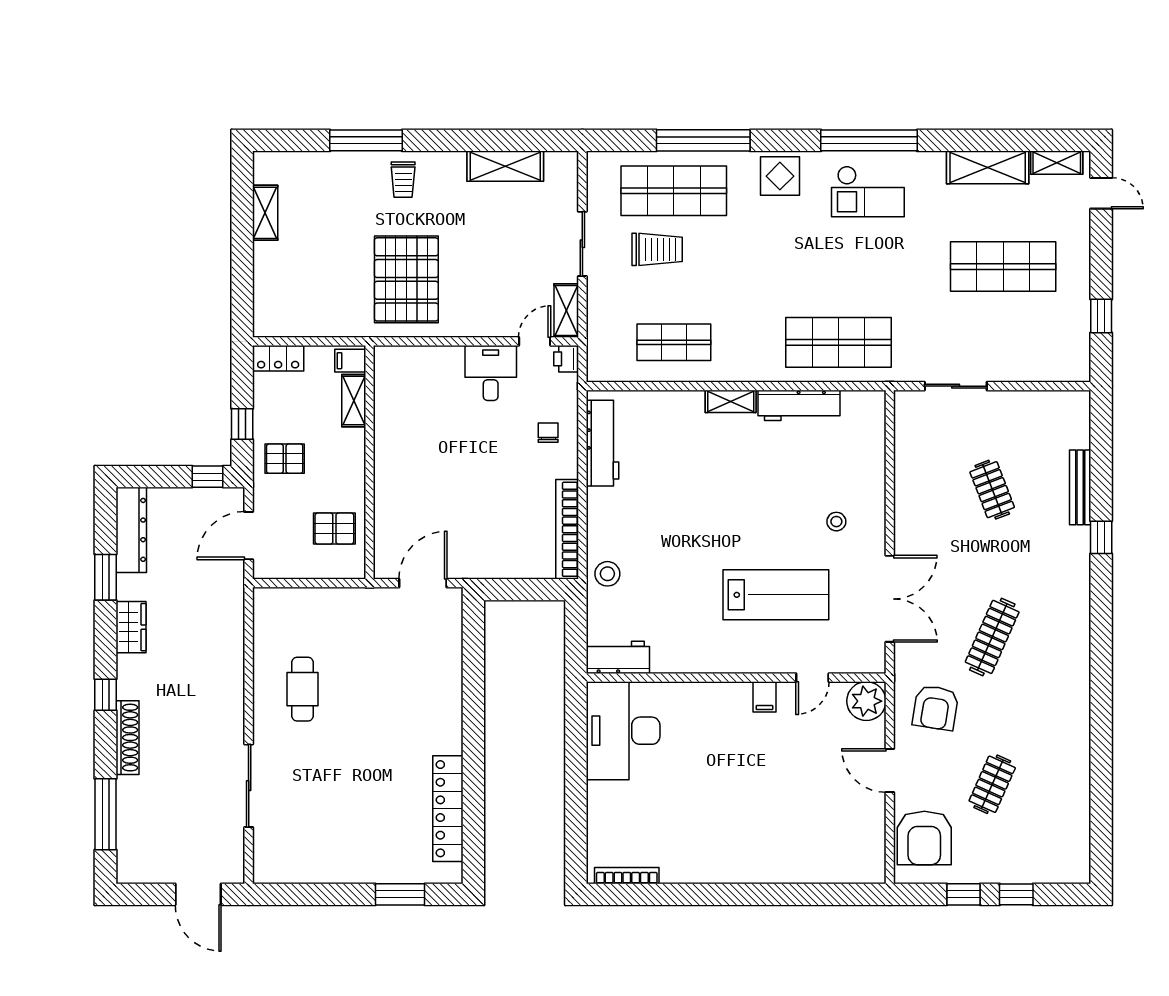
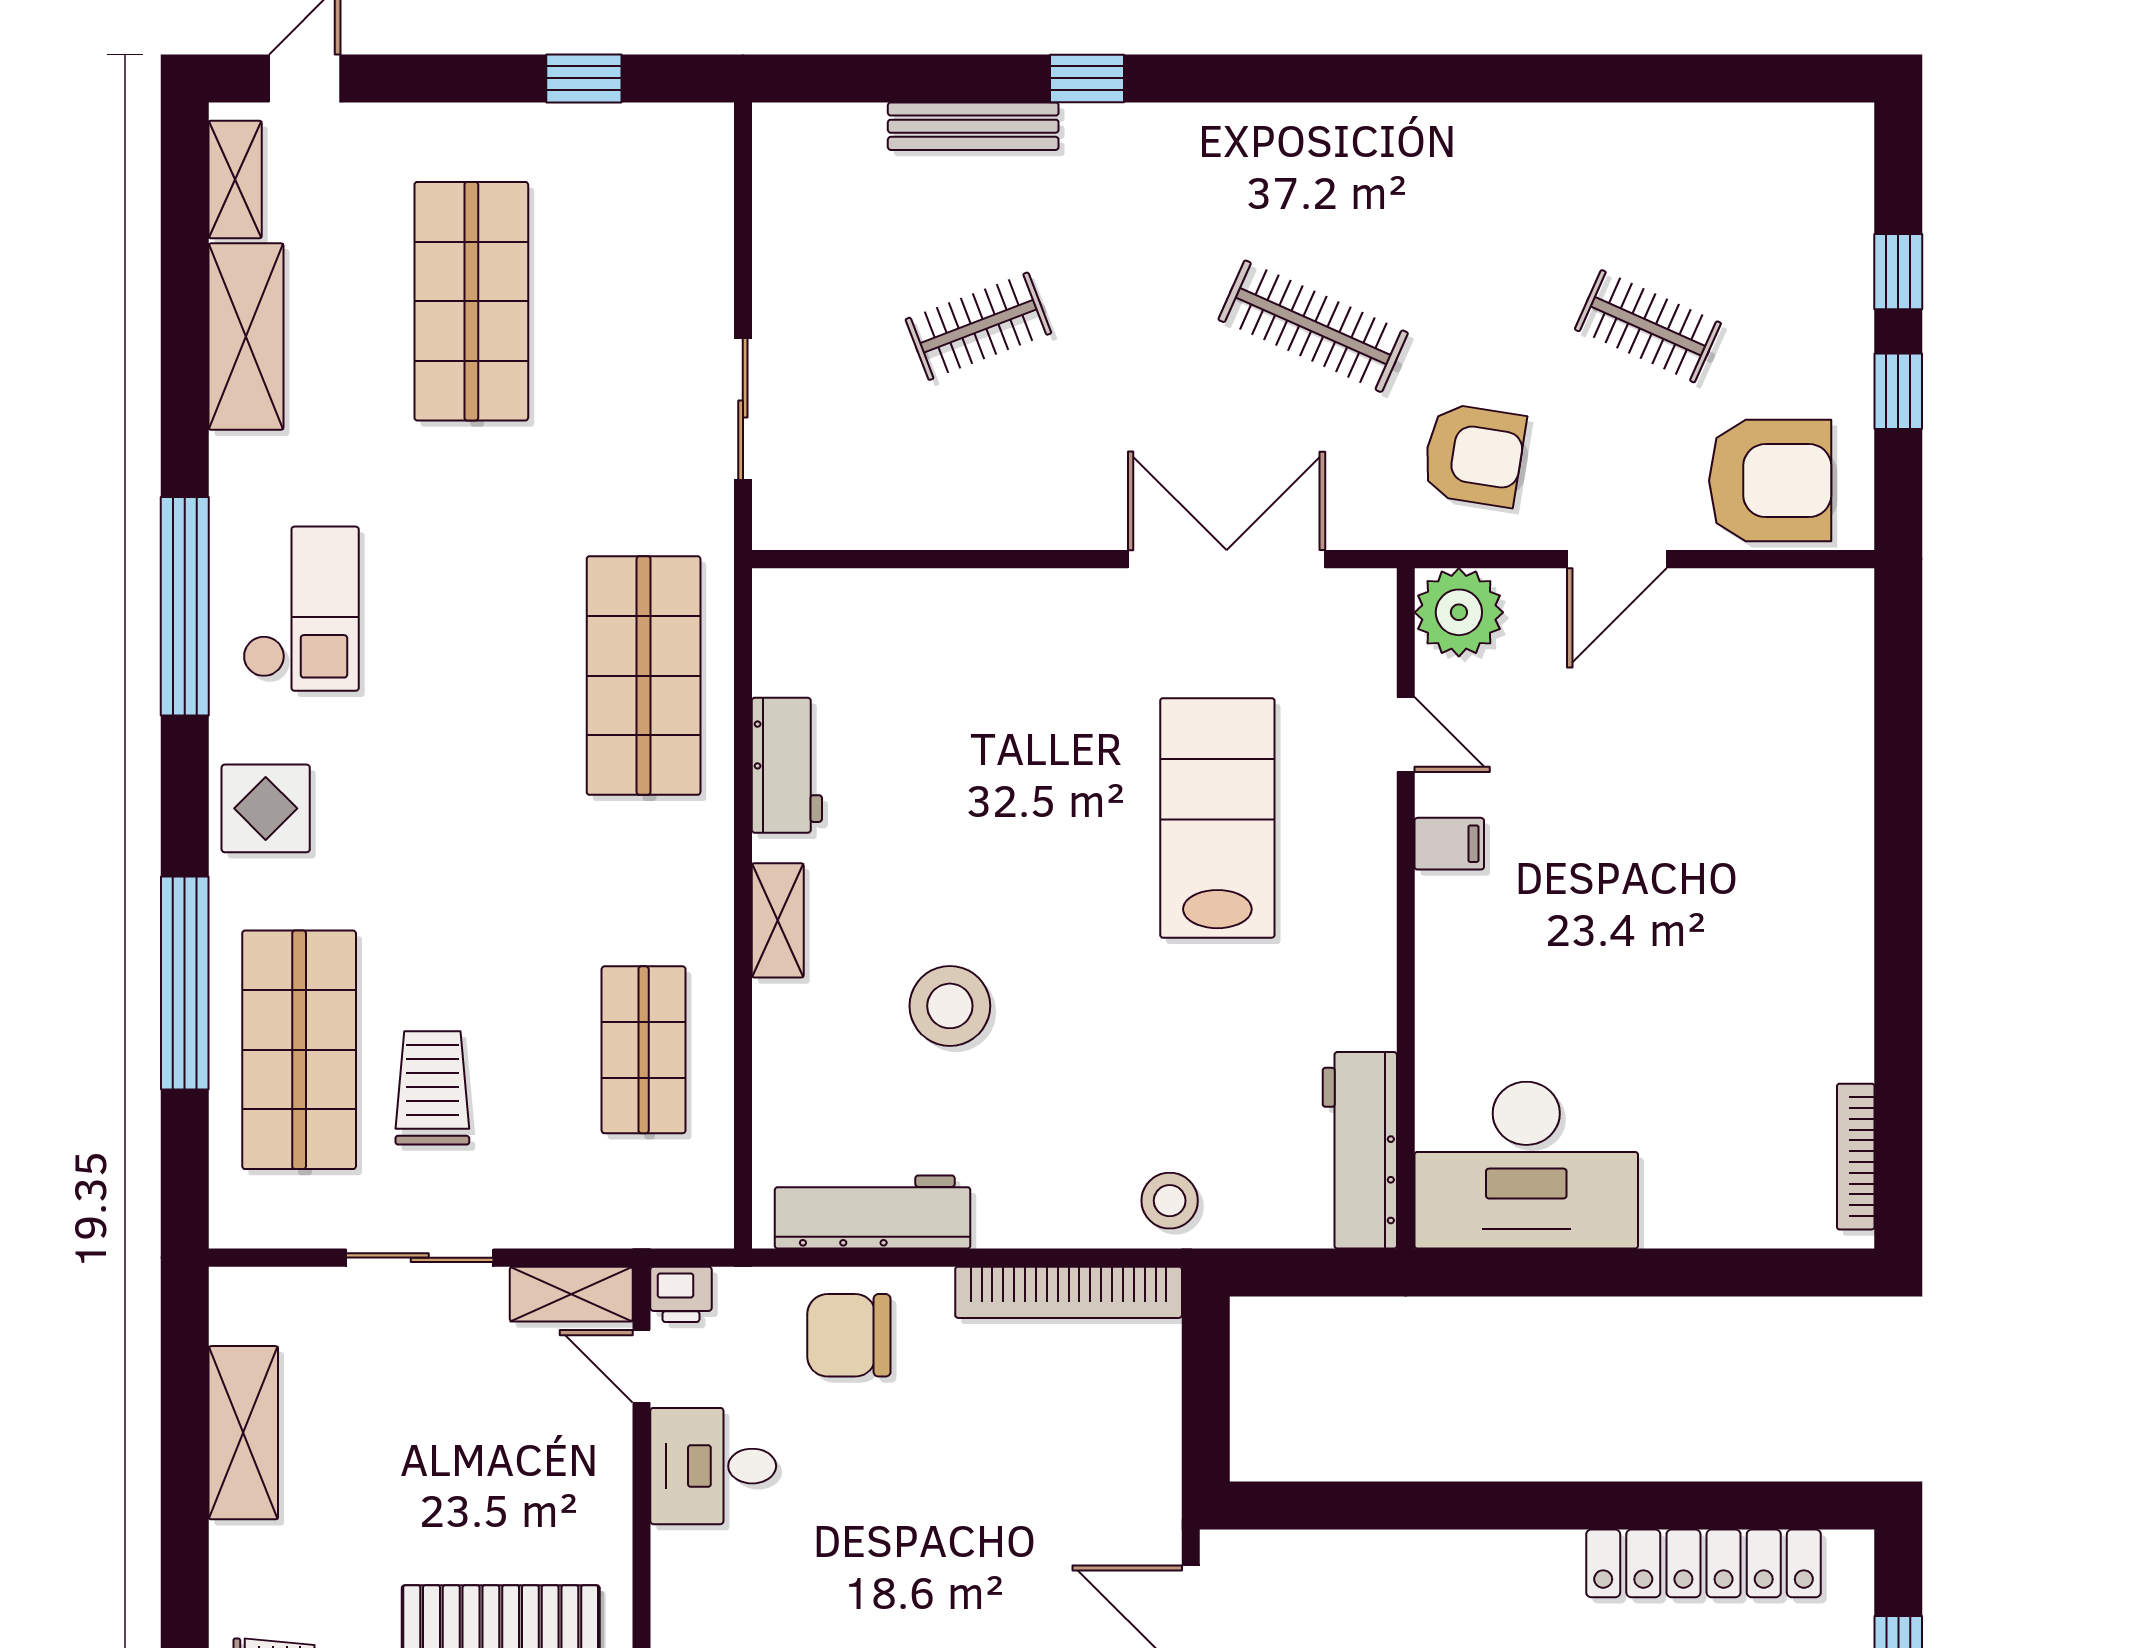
workbench: (799, 405) -> (787, 765), width x0.73
chair: (548, 433) -> (849, 1335), width x1.87, depth x1.87
stool: (836, 522) -> (950, 1006), moved, width x1.89, depth x1.89
workbench: (618, 657) -> (1360, 1150), width x1.38

